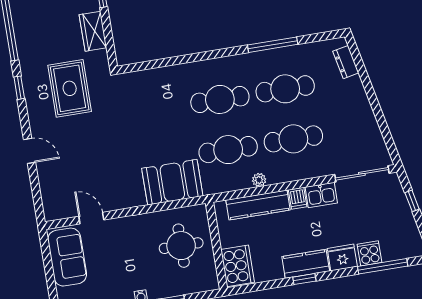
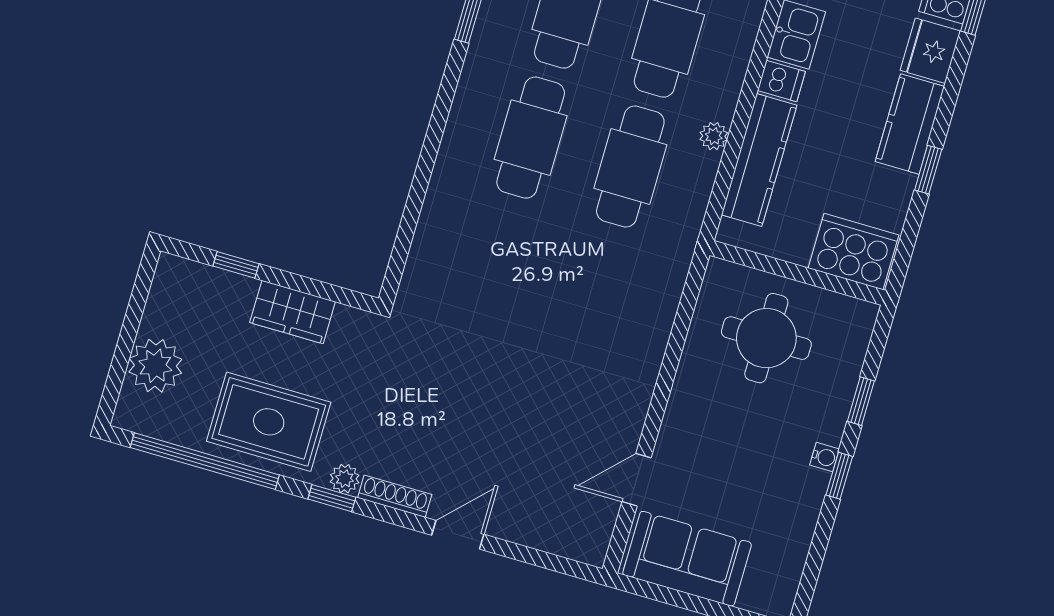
rug: (70, 88) -> (269, 422), moved
plant: (30, 89) -> (345, 479), added
shoe rack: (33, 115) -> (395, 496), added
booth: (172, 182) -> (641, 298), removed
window: (304, 279) -> (928, 170), moved

